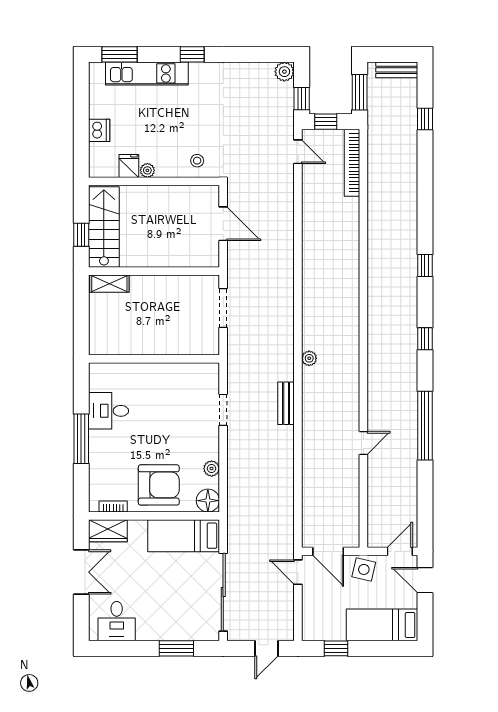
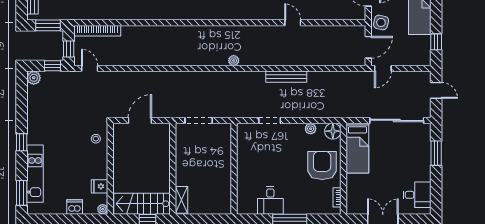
door: (298, 152) -> (90, 68), hinge flipped
plant: (147, 170) -> (103, 209), moved
bench: (286, 403) -> (286, 77), moved, width x1.36
wardrobe: (108, 531) -> (354, 201), removed

